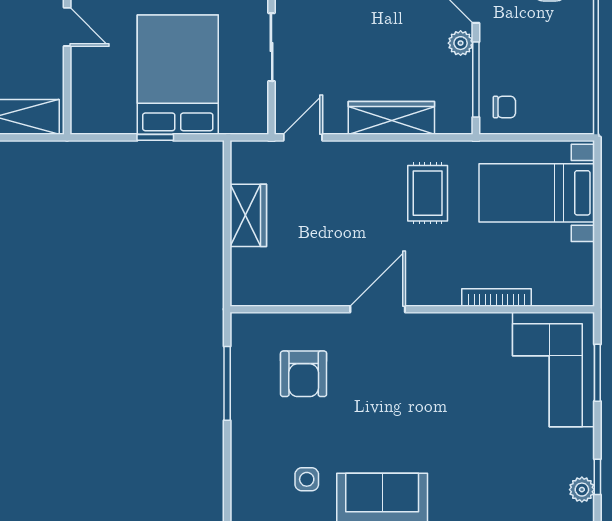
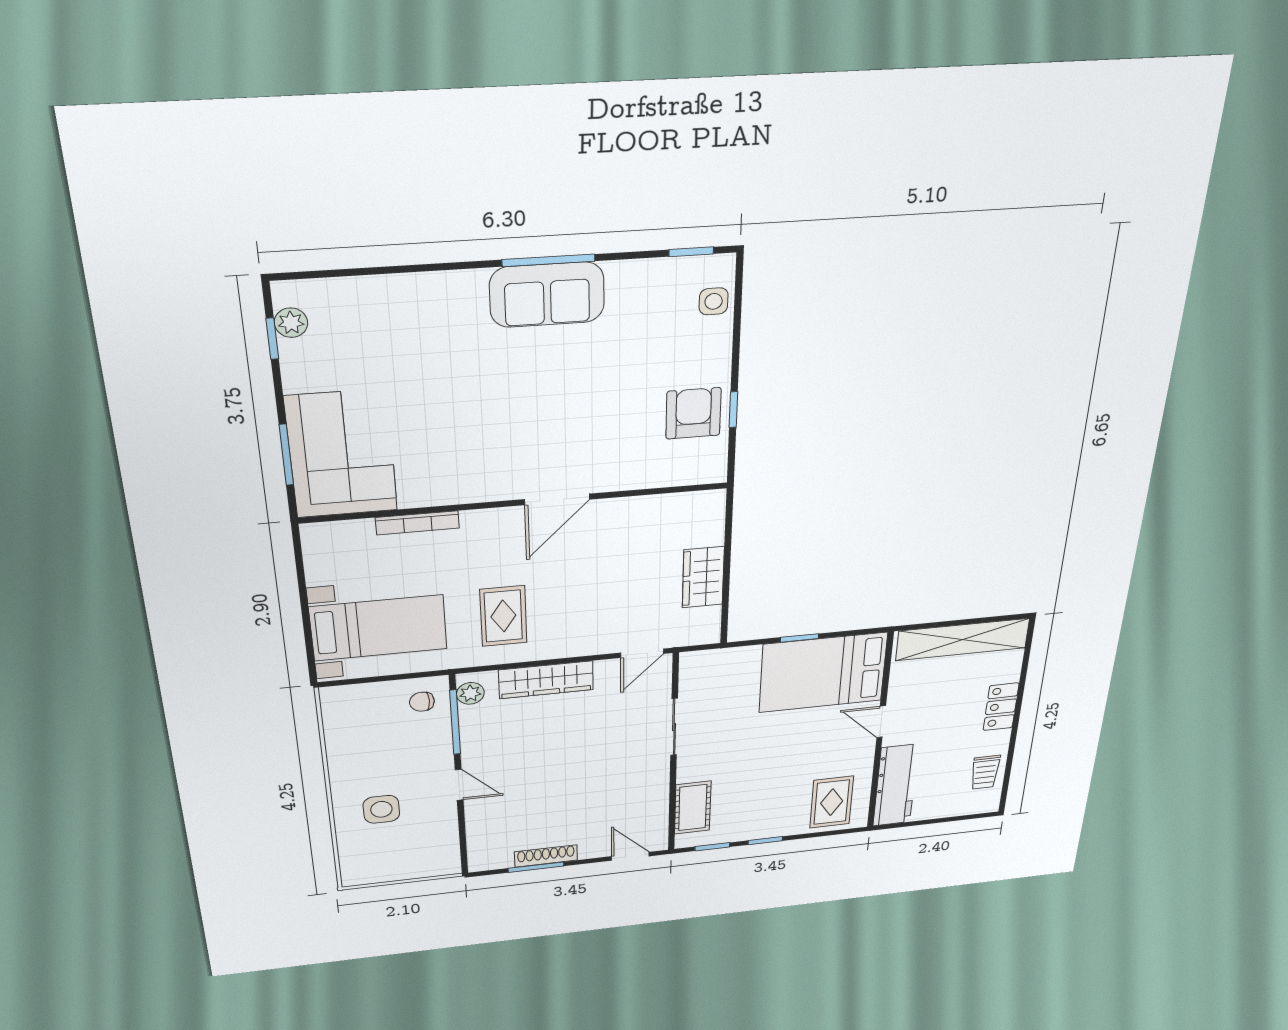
plant: (461, 43) -> (470, 693), moved
bed: (178, 75) -> (823, 673), moved, turned 90
armchair: (304, 374) -> (693, 413), moved
window: (227, 383) -> (733, 410), width x0.46
side table: (307, 479) -> (714, 301), moved

